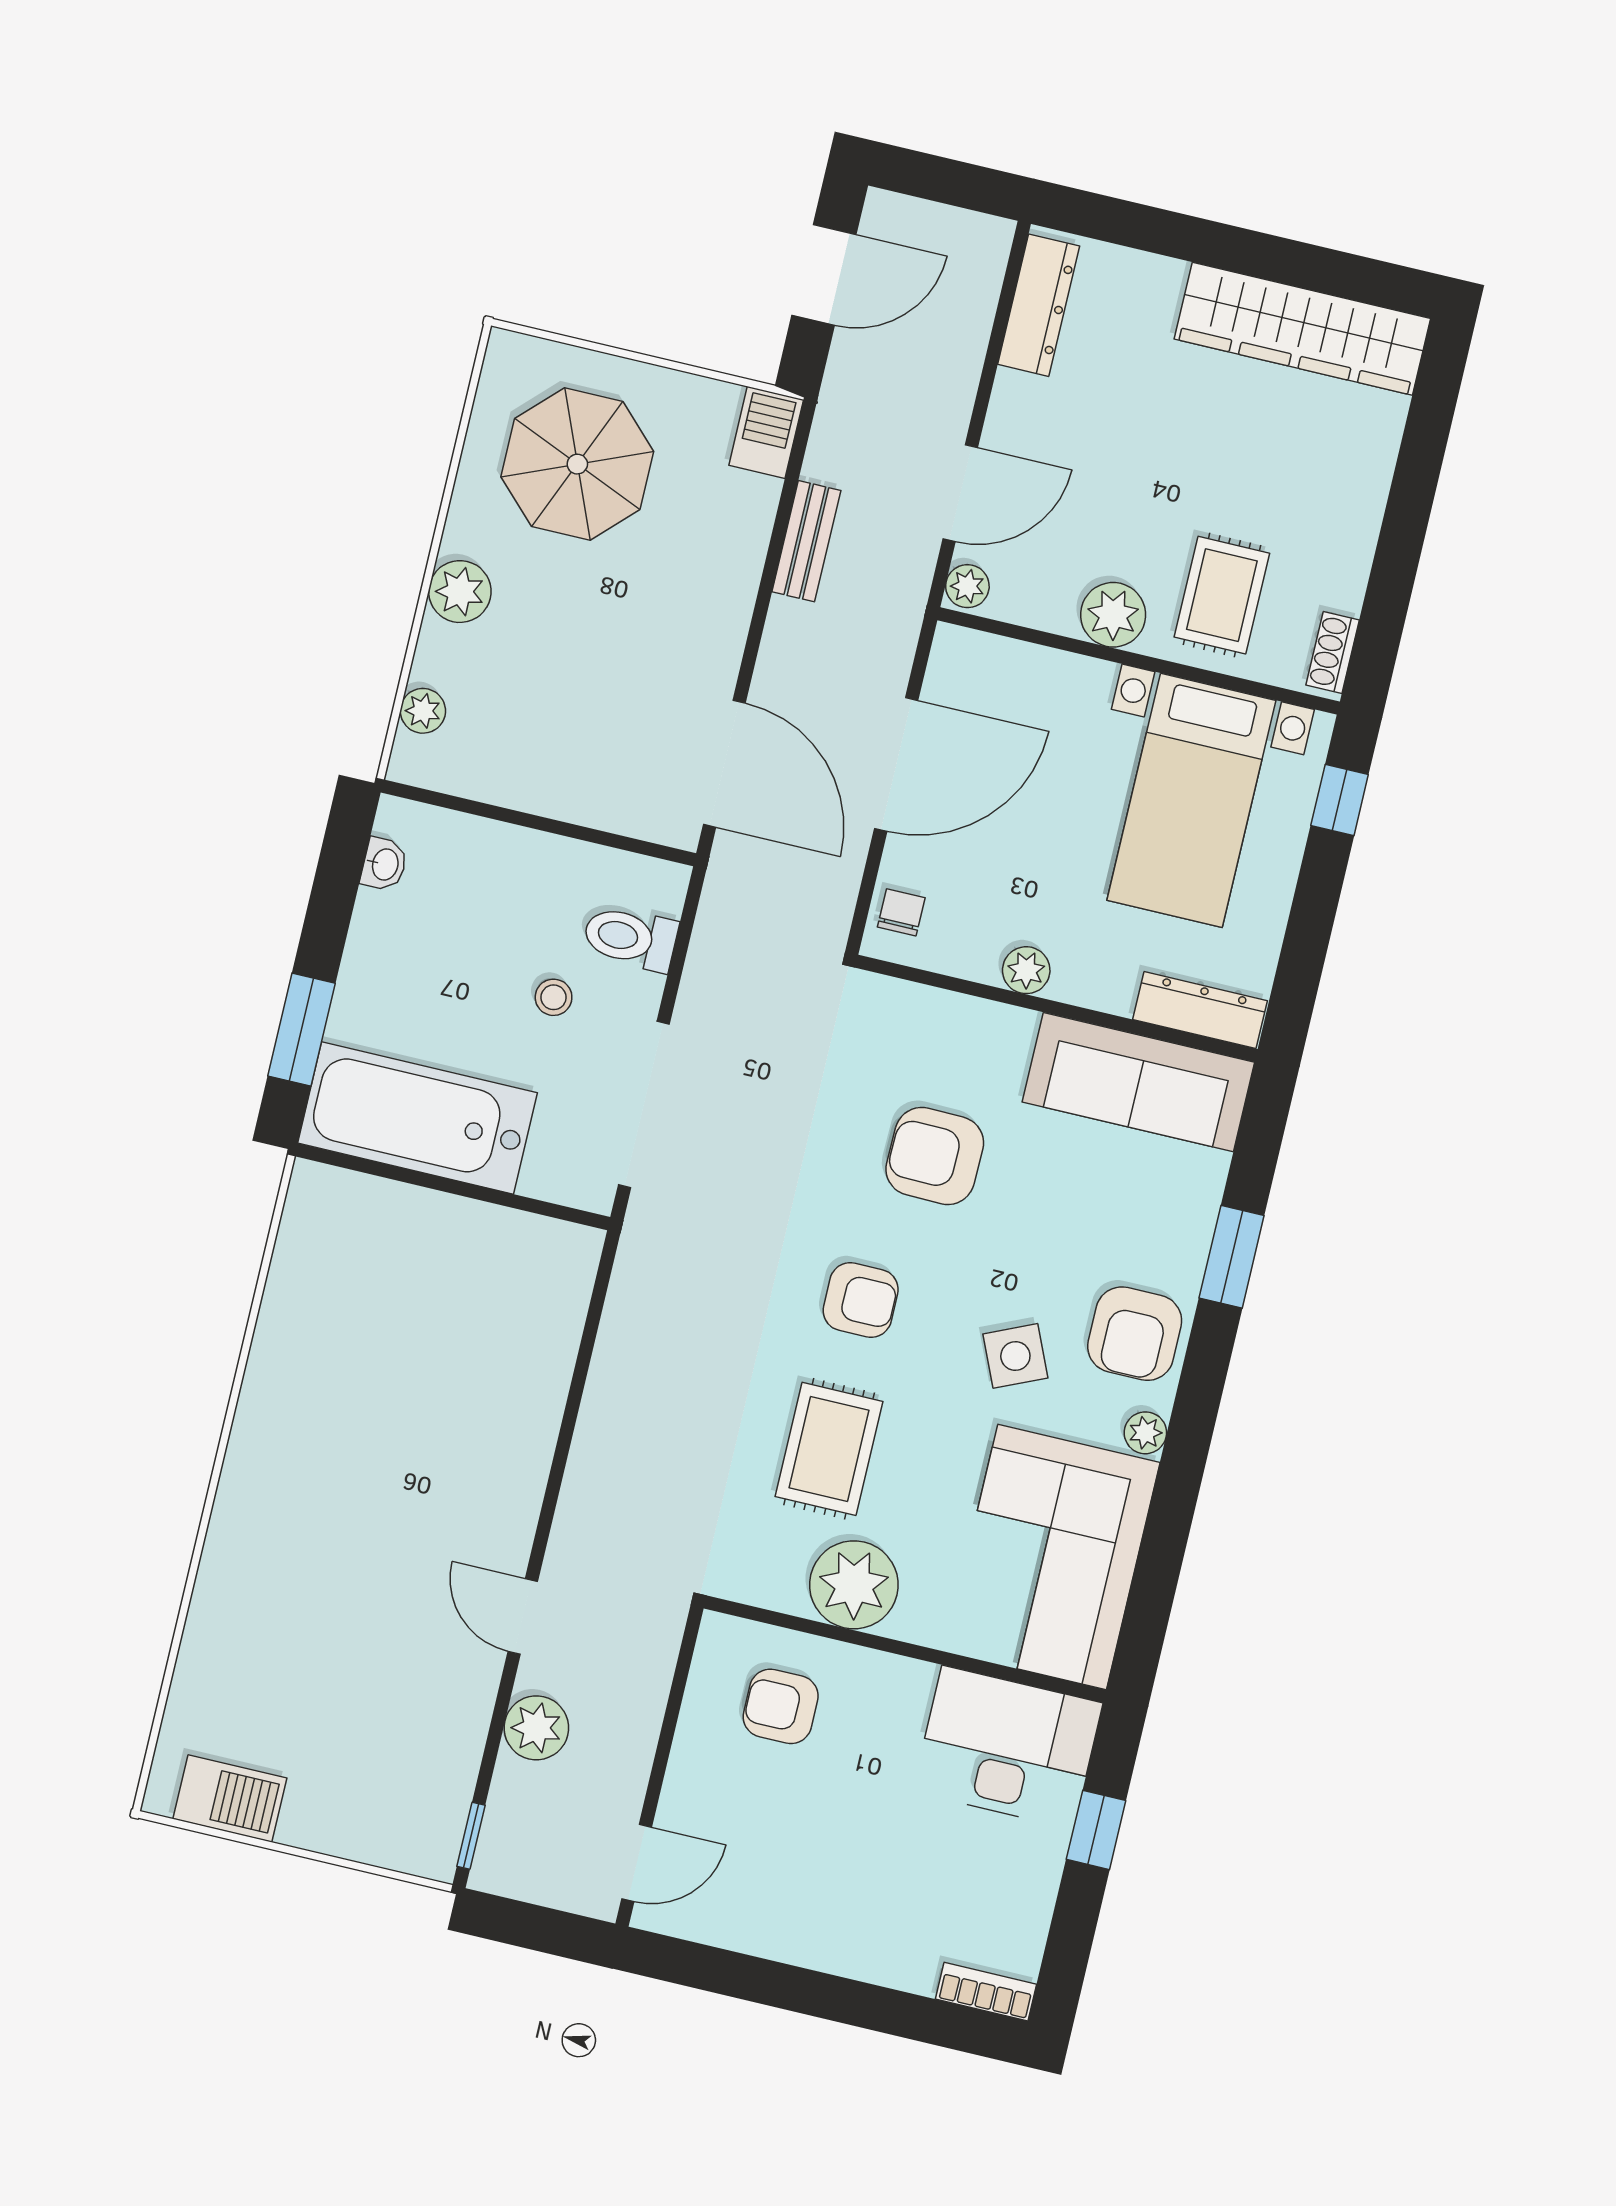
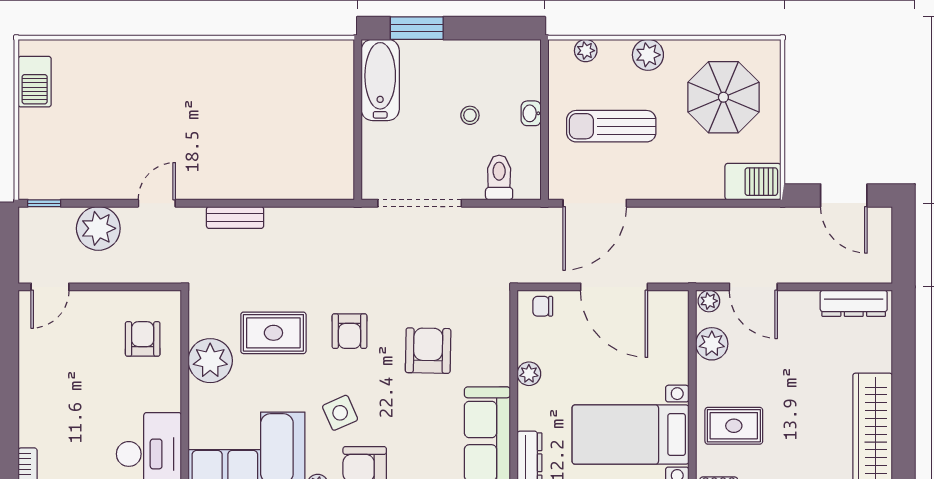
barbecue: (766, 432) -> (753, 182), width x1.38, depth x1.27
bench: (806, 541) -> (235, 217), moved
plant: (1113, 615) -> (712, 344), moved
sun lounger: (582, 696) -> (611, 126), added
washbasin: (384, 864) -> (531, 113), moved, turned 90
chair: (901, 912) -> (543, 306), turned 180
stool: (554, 997) -> (470, 115), moved
bathtub: (418, 1118) -> (380, 80), width x0.73, depth x0.73
plant: (536, 1728) -> (98, 228), width x1.36, depth x1.36
door: (637, 1863) -> (50, 287), hinge flipped

